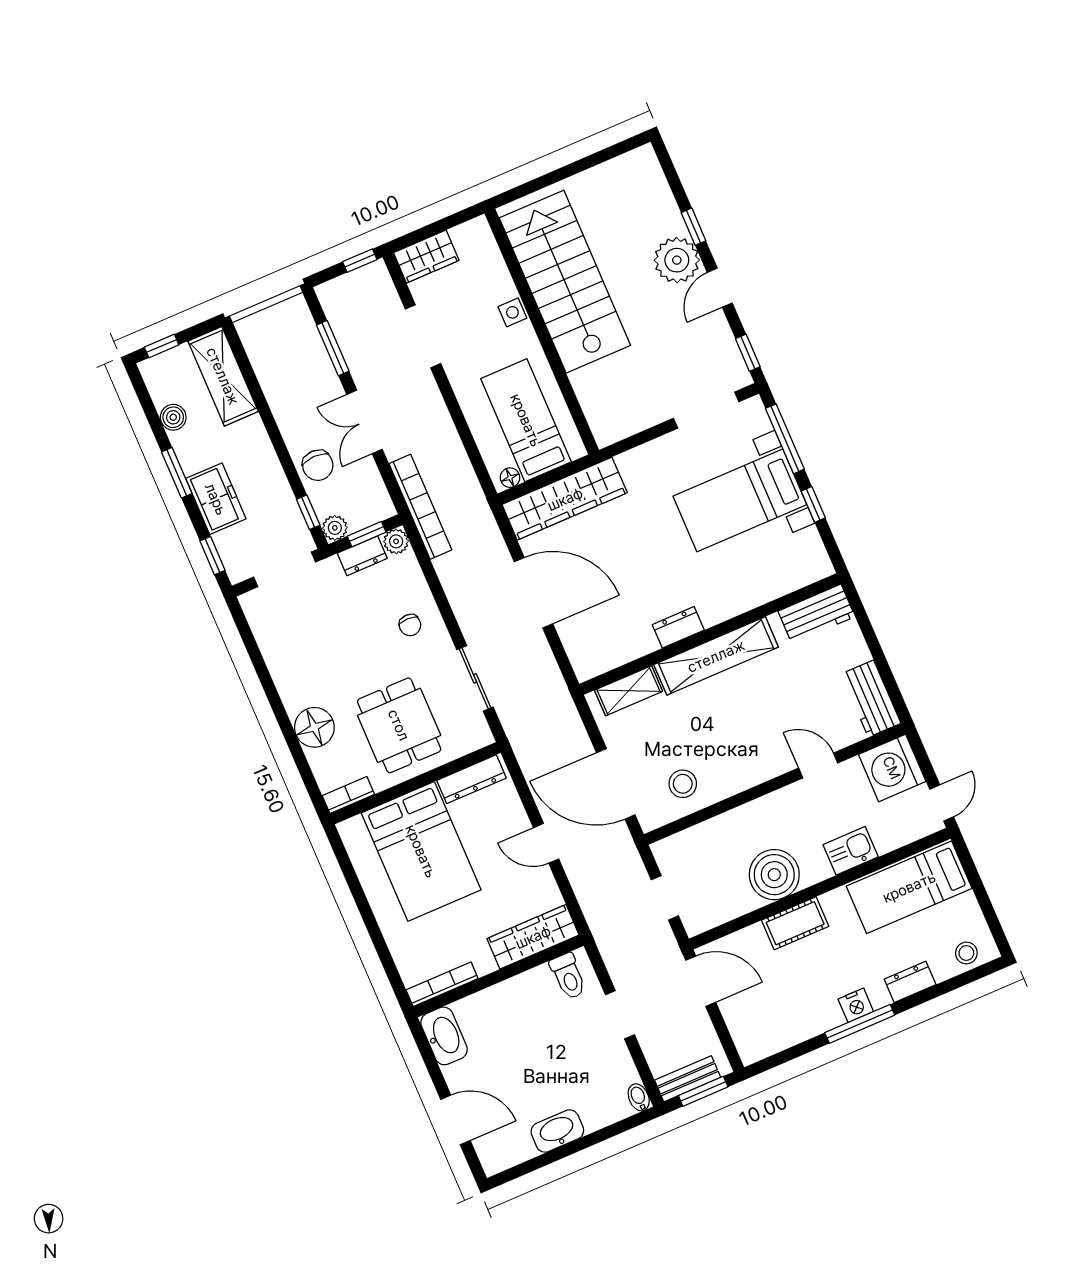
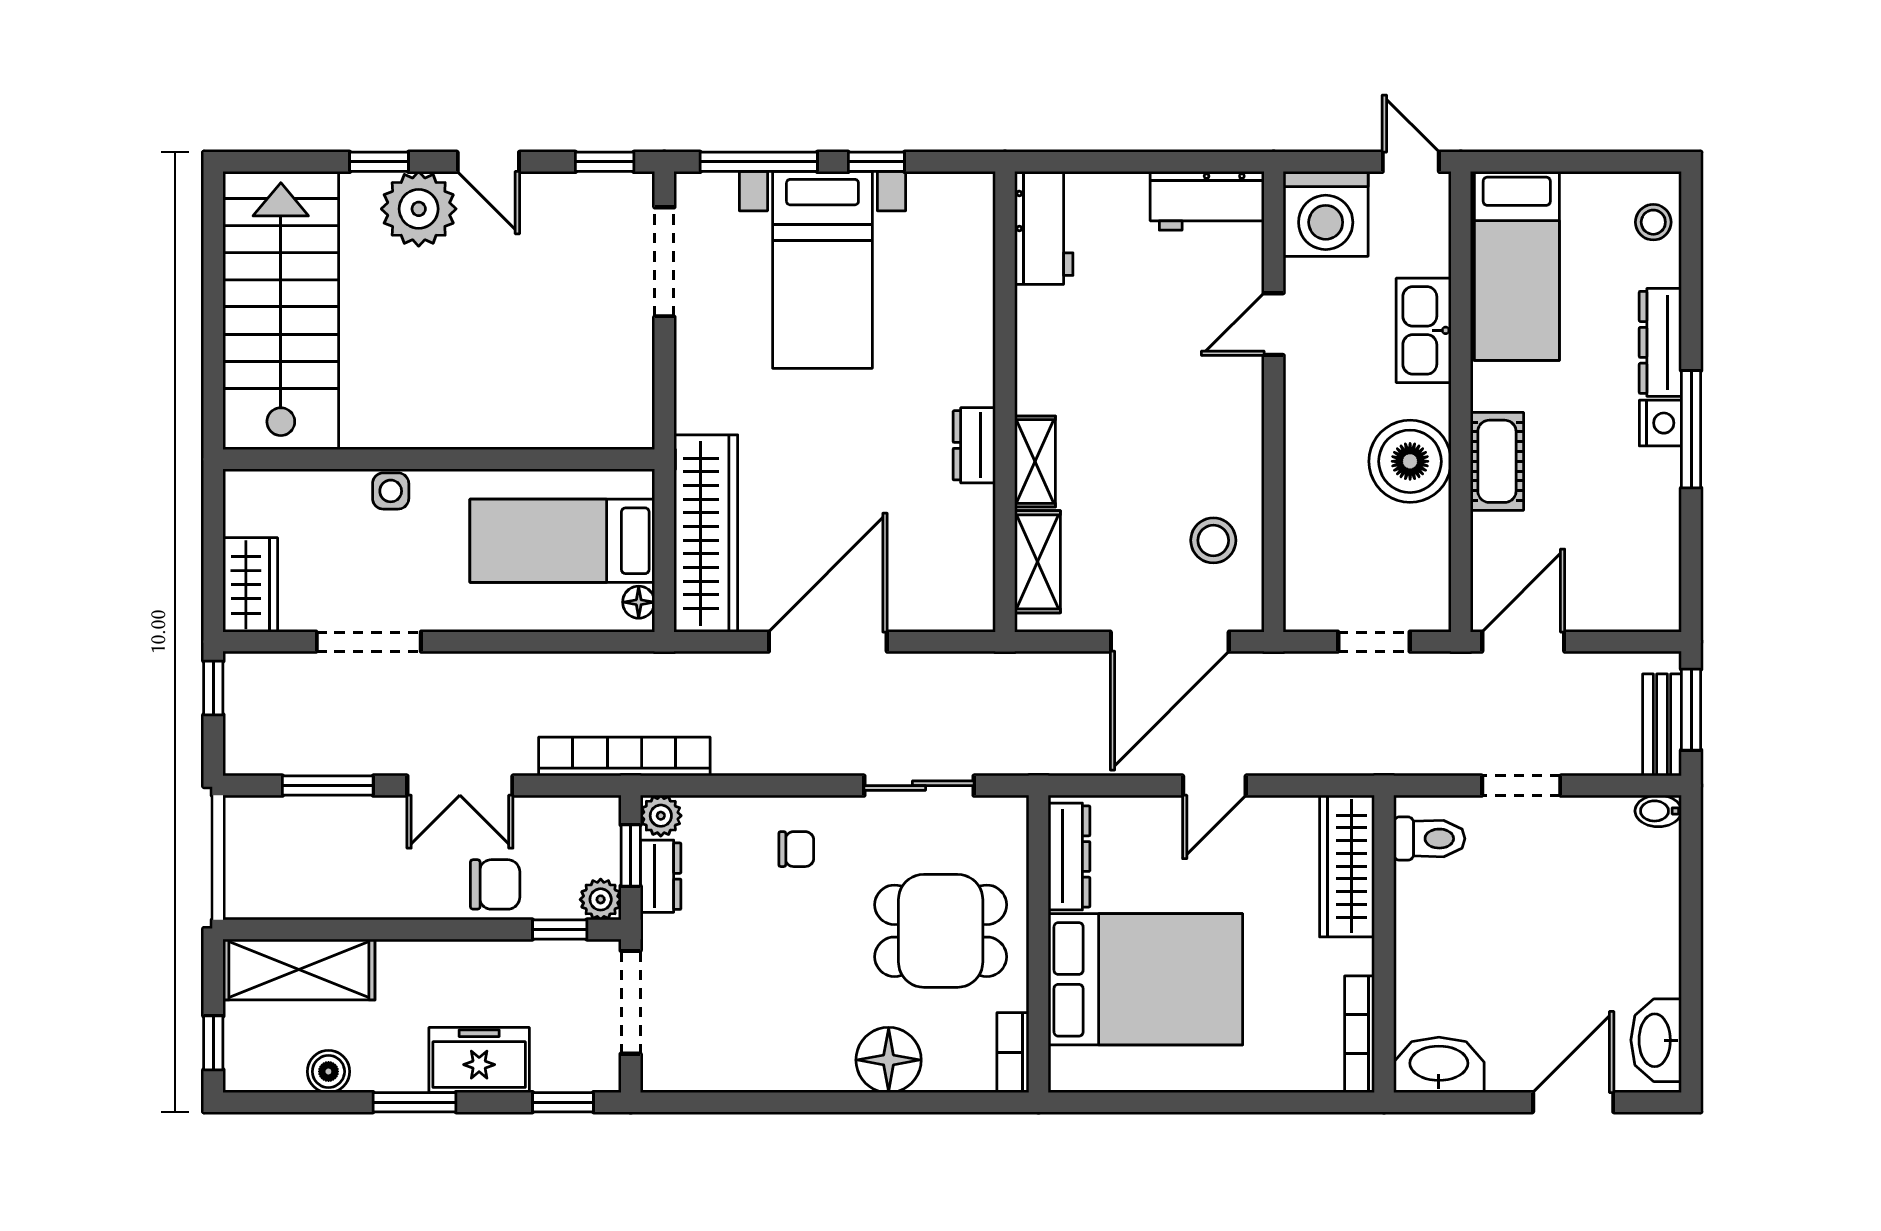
stairs: (565, 282) -> (281, 310), moved, turned 90
shelving: (716, 656) -> (1035, 461), width x0.45, depth x0.75
kitchen sink: (851, 851) -> (1424, 330), width x1.38
dresser: (910, 982) -> (1660, 342), width x1.44
washbasin: (557, 1131) -> (1656, 1040), moved

